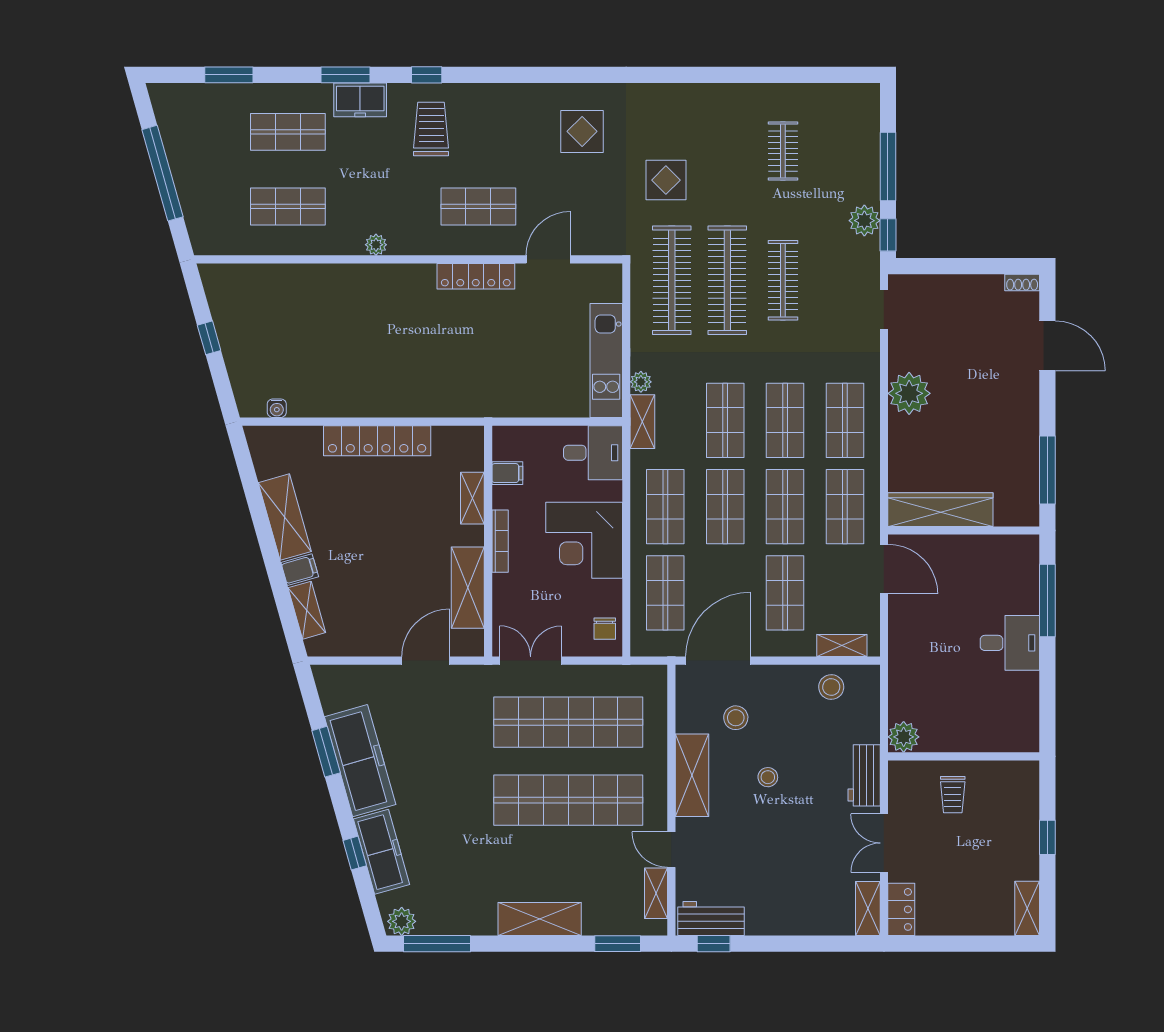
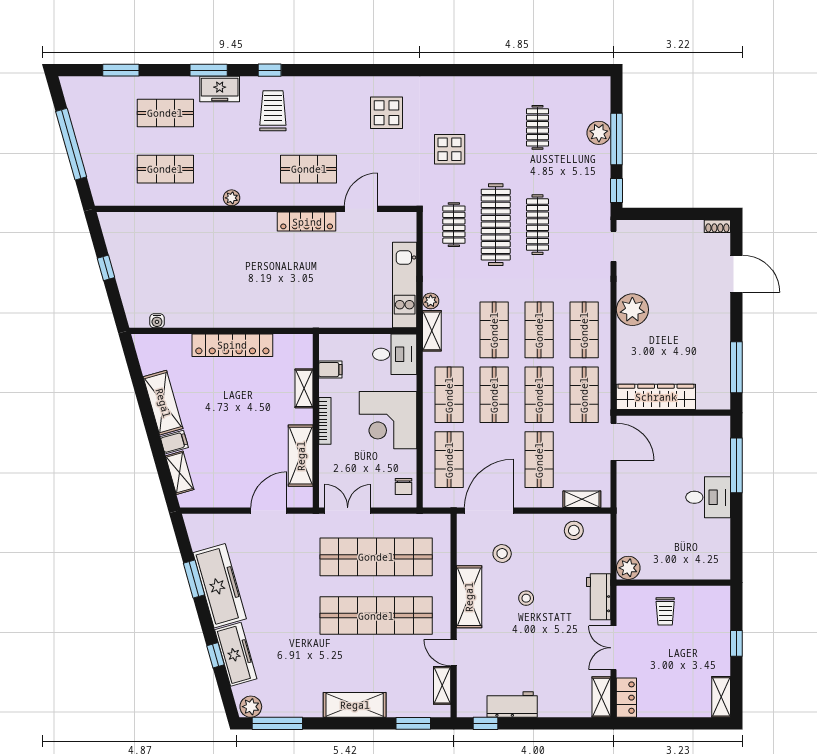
plant: (864, 221) -> (599, 133), moved
clothes rail: (672, 280) -> (454, 225), width x0.54, depth x0.76
workbench: (711, 919) -> (512, 705), moved

